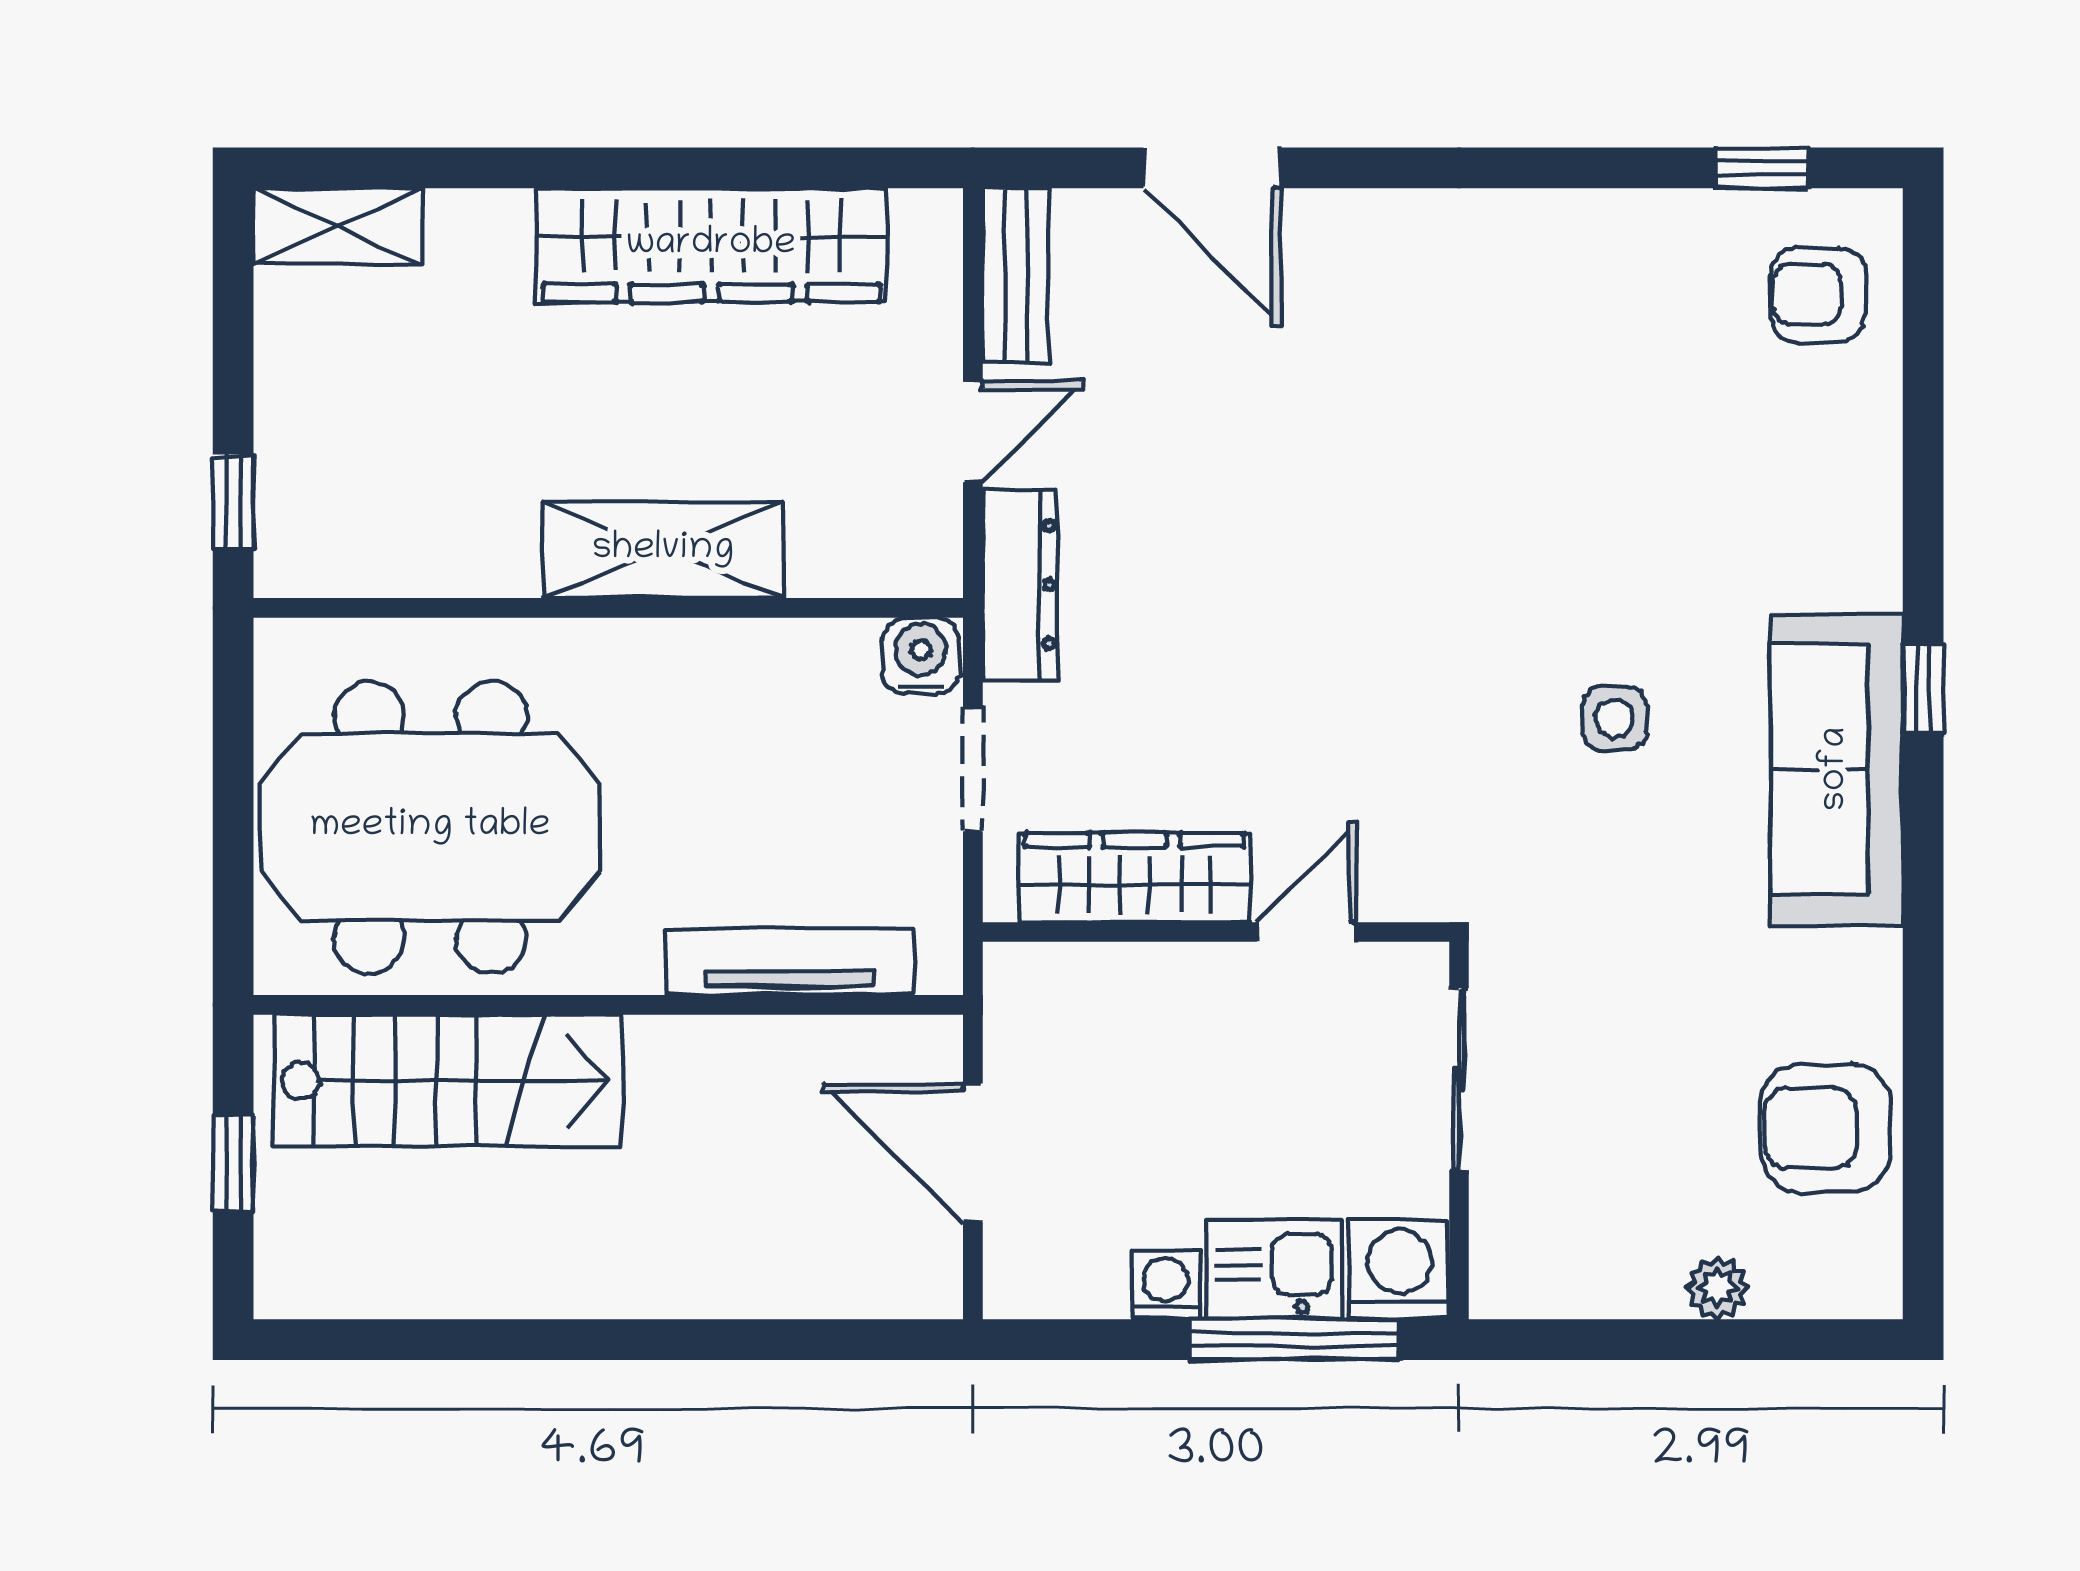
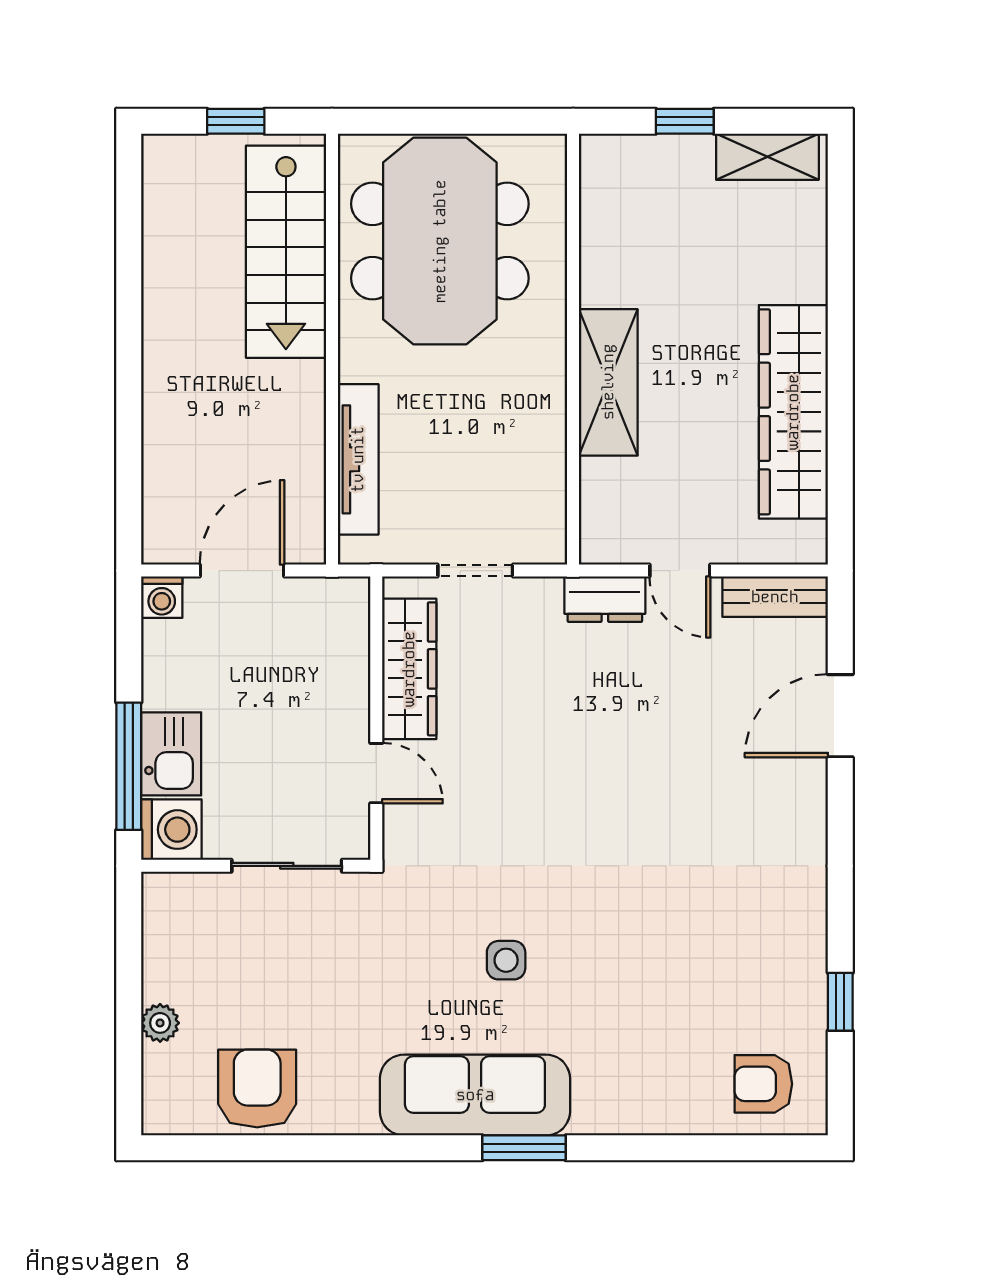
window: (1762, 168) -> (840, 1002), moved
shelving: (338, 226) -> (767, 157), moved, turned 90
armchair: (1818, 295) -> (763, 1084), turned -90
window: (233, 502) -> (685, 121), moved
dresser: (1020, 585) -> (605, 599), width x0.70
water cooler: (921, 656) -> (544, 539), removed
window: (1923, 689) -> (524, 1148), width x1.50
washing machine: (1166, 1285) -> (162, 597), moved, turned 90

